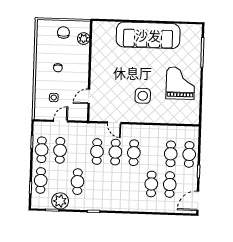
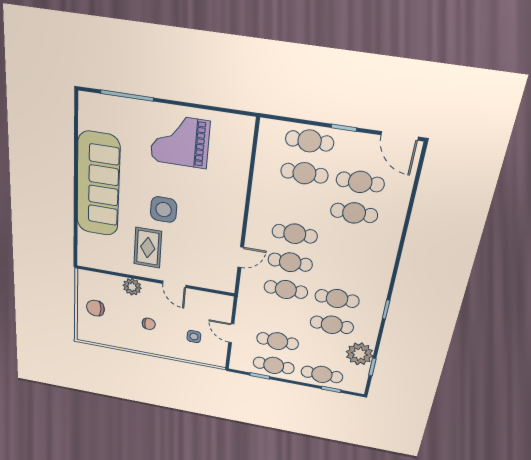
plant: (84, 39) -> (132, 287), moved
rug: (112, 66) -> (148, 248), added
door: (89, 96) -> (174, 284), moved
side table: (143, 96) -> (164, 210), moved
cafe table: (96, 182) -> (337, 299), added

